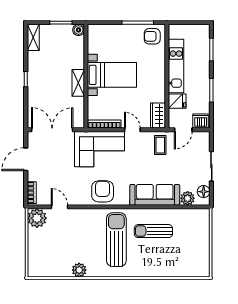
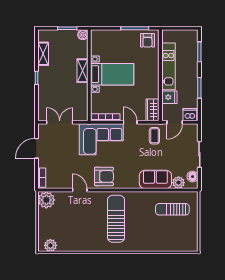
armchair: (152, 36) -> (147, 40), turned -90
shelving: (33, 37) -> (43, 54), moved
shelving: (78, 83) -> (83, 71), moved
double door: (52, 130) -> (60, 122), width x0.73
armchair: (103, 191) -> (104, 176), turned 90
sofa: (155, 195) -> (155, 179), width x0.73
door: (59, 207) -> (80, 190), moved
sun lounger: (153, 231) -> (172, 209), moved
plant: (79, 270) -> (50, 245), moved

